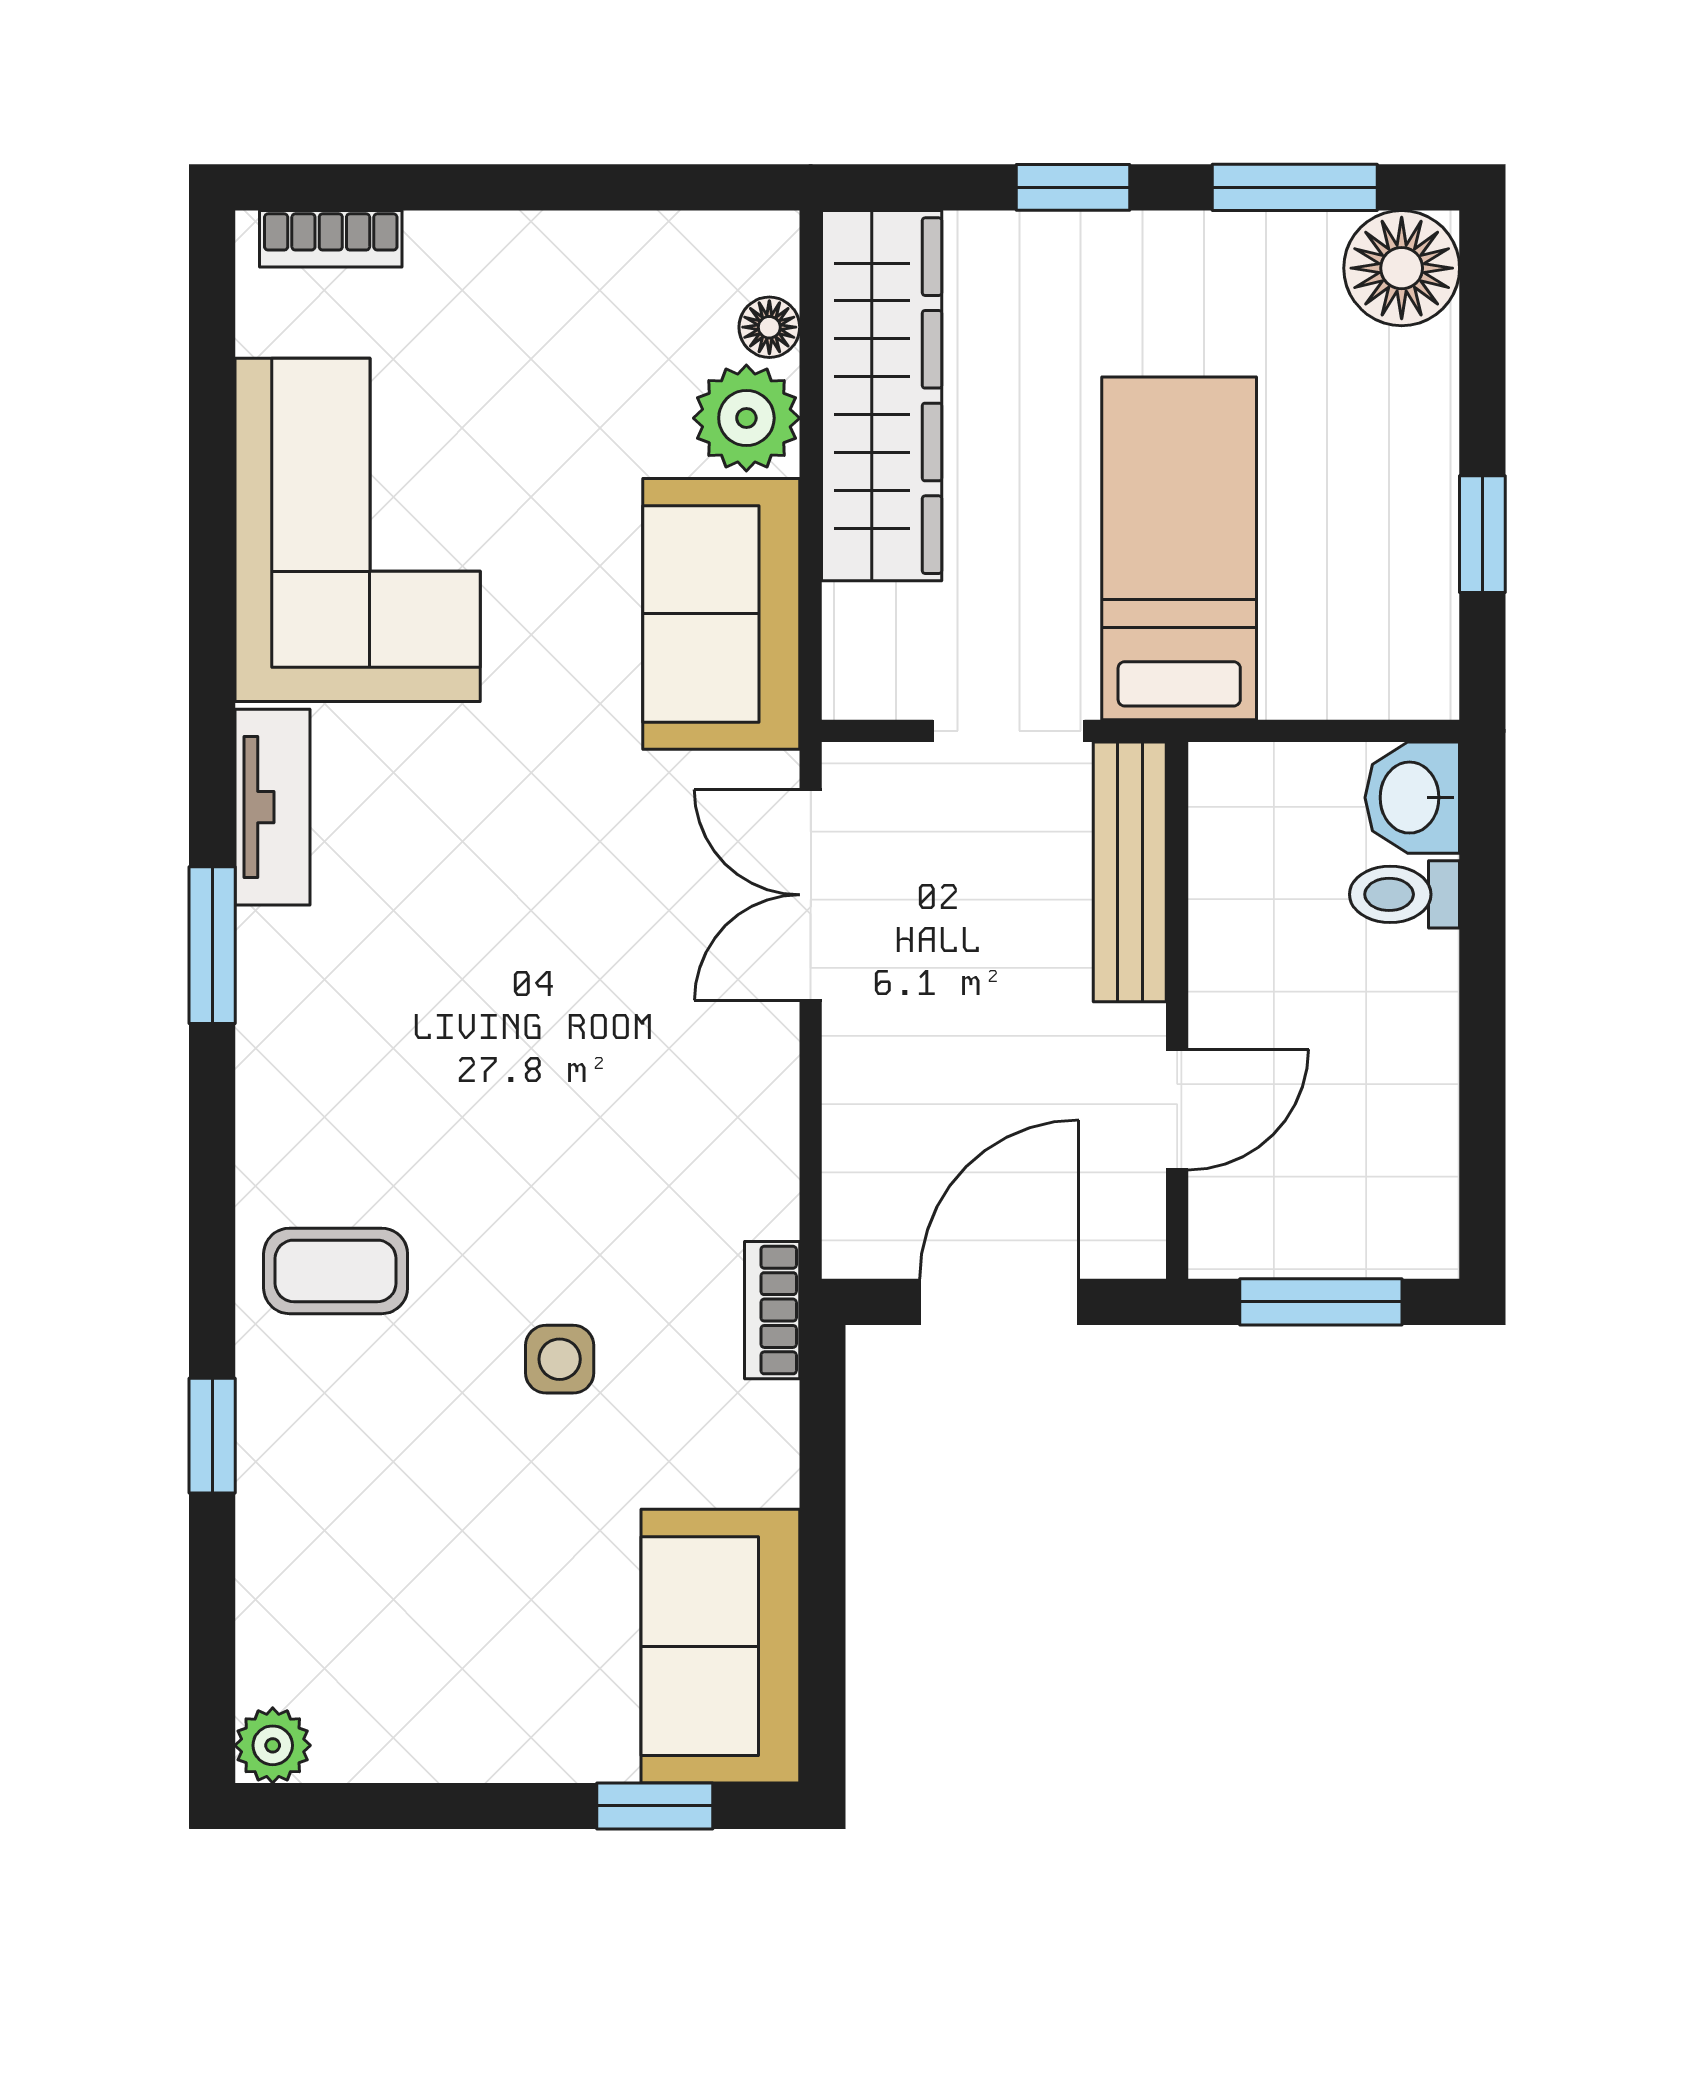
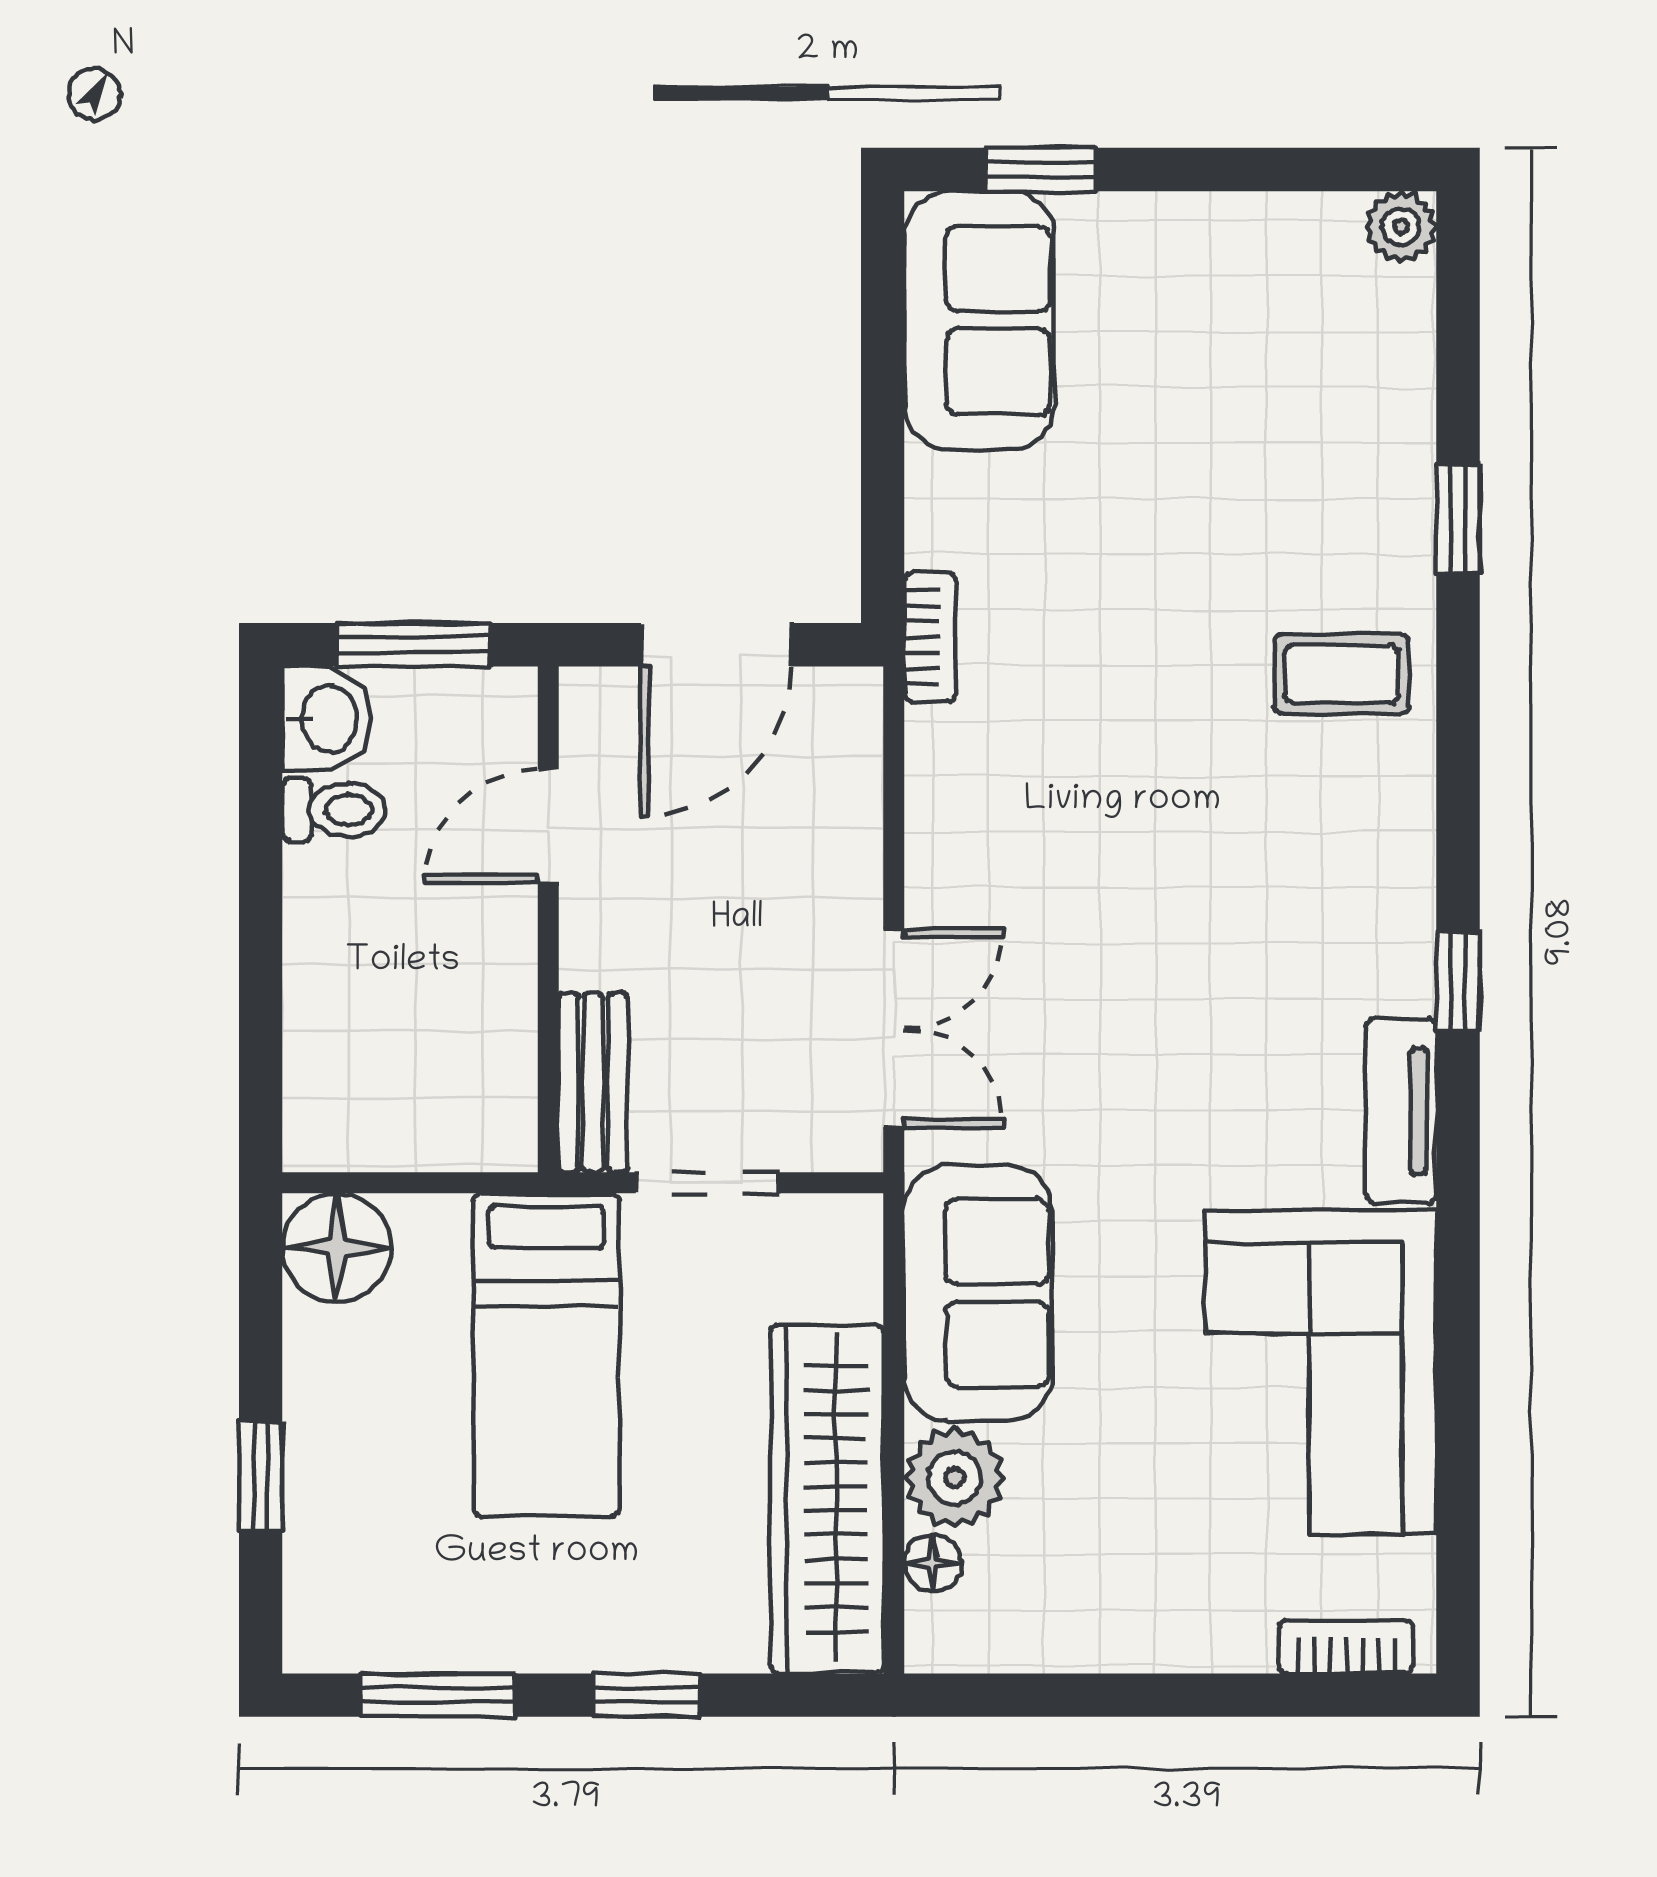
floor lamp: (1402, 268) -> (337, 1248), moved
window: (1482, 534) -> (261, 1476), moved
washbasin: (1412, 798) -> (327, 719), moved
bench: (1130, 872) -> (593, 1083), width x0.73
toilet: (1404, 894) -> (334, 810), moved
window: (212, 945) -> (1458, 981), width x0.67
side table: (560, 1359) -> (1130, 591), removed

